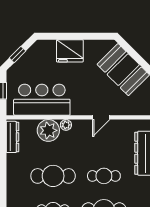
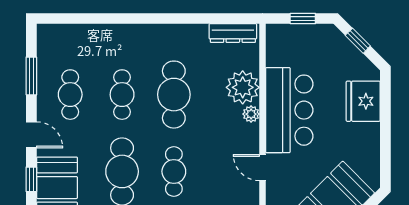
fridge: (70, 51) -> (363, 101), moved
bar counter: (42, 100) -> (289, 110), moved

